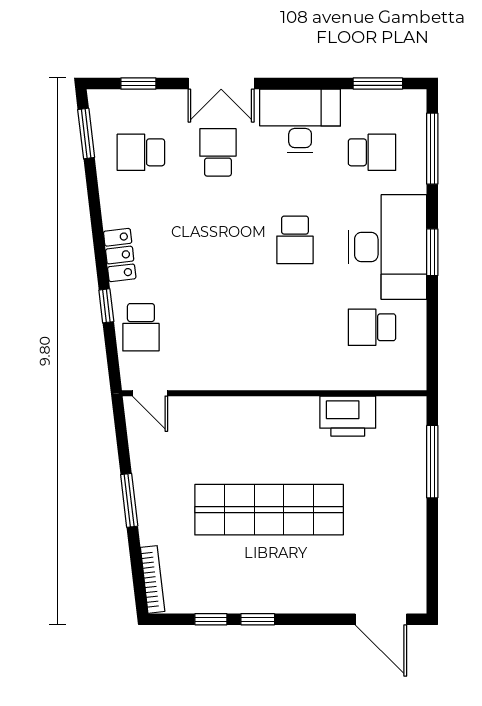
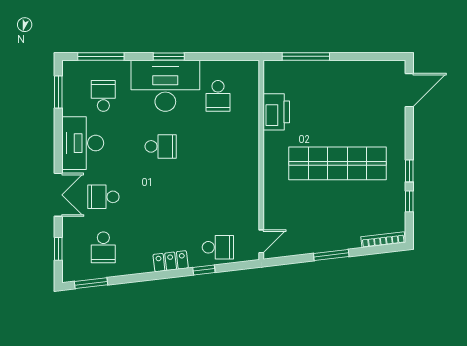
shop shelf: (269, 510) -> (337, 163), turned 90

